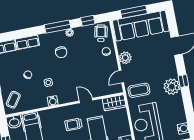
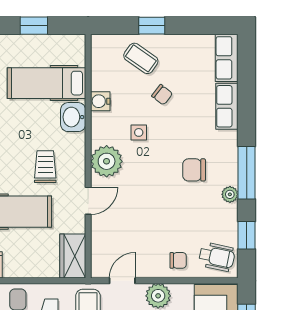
door: (121, 77) -> (122, 281), hinge flipped
plant: (65, 95) -> (107, 161), added
coffee table: (13, 100) -> (141, 58), moved
water cooler: (53, 101) -> (100, 101), moved
washbasin: (14, 122) -> (73, 117), moved

